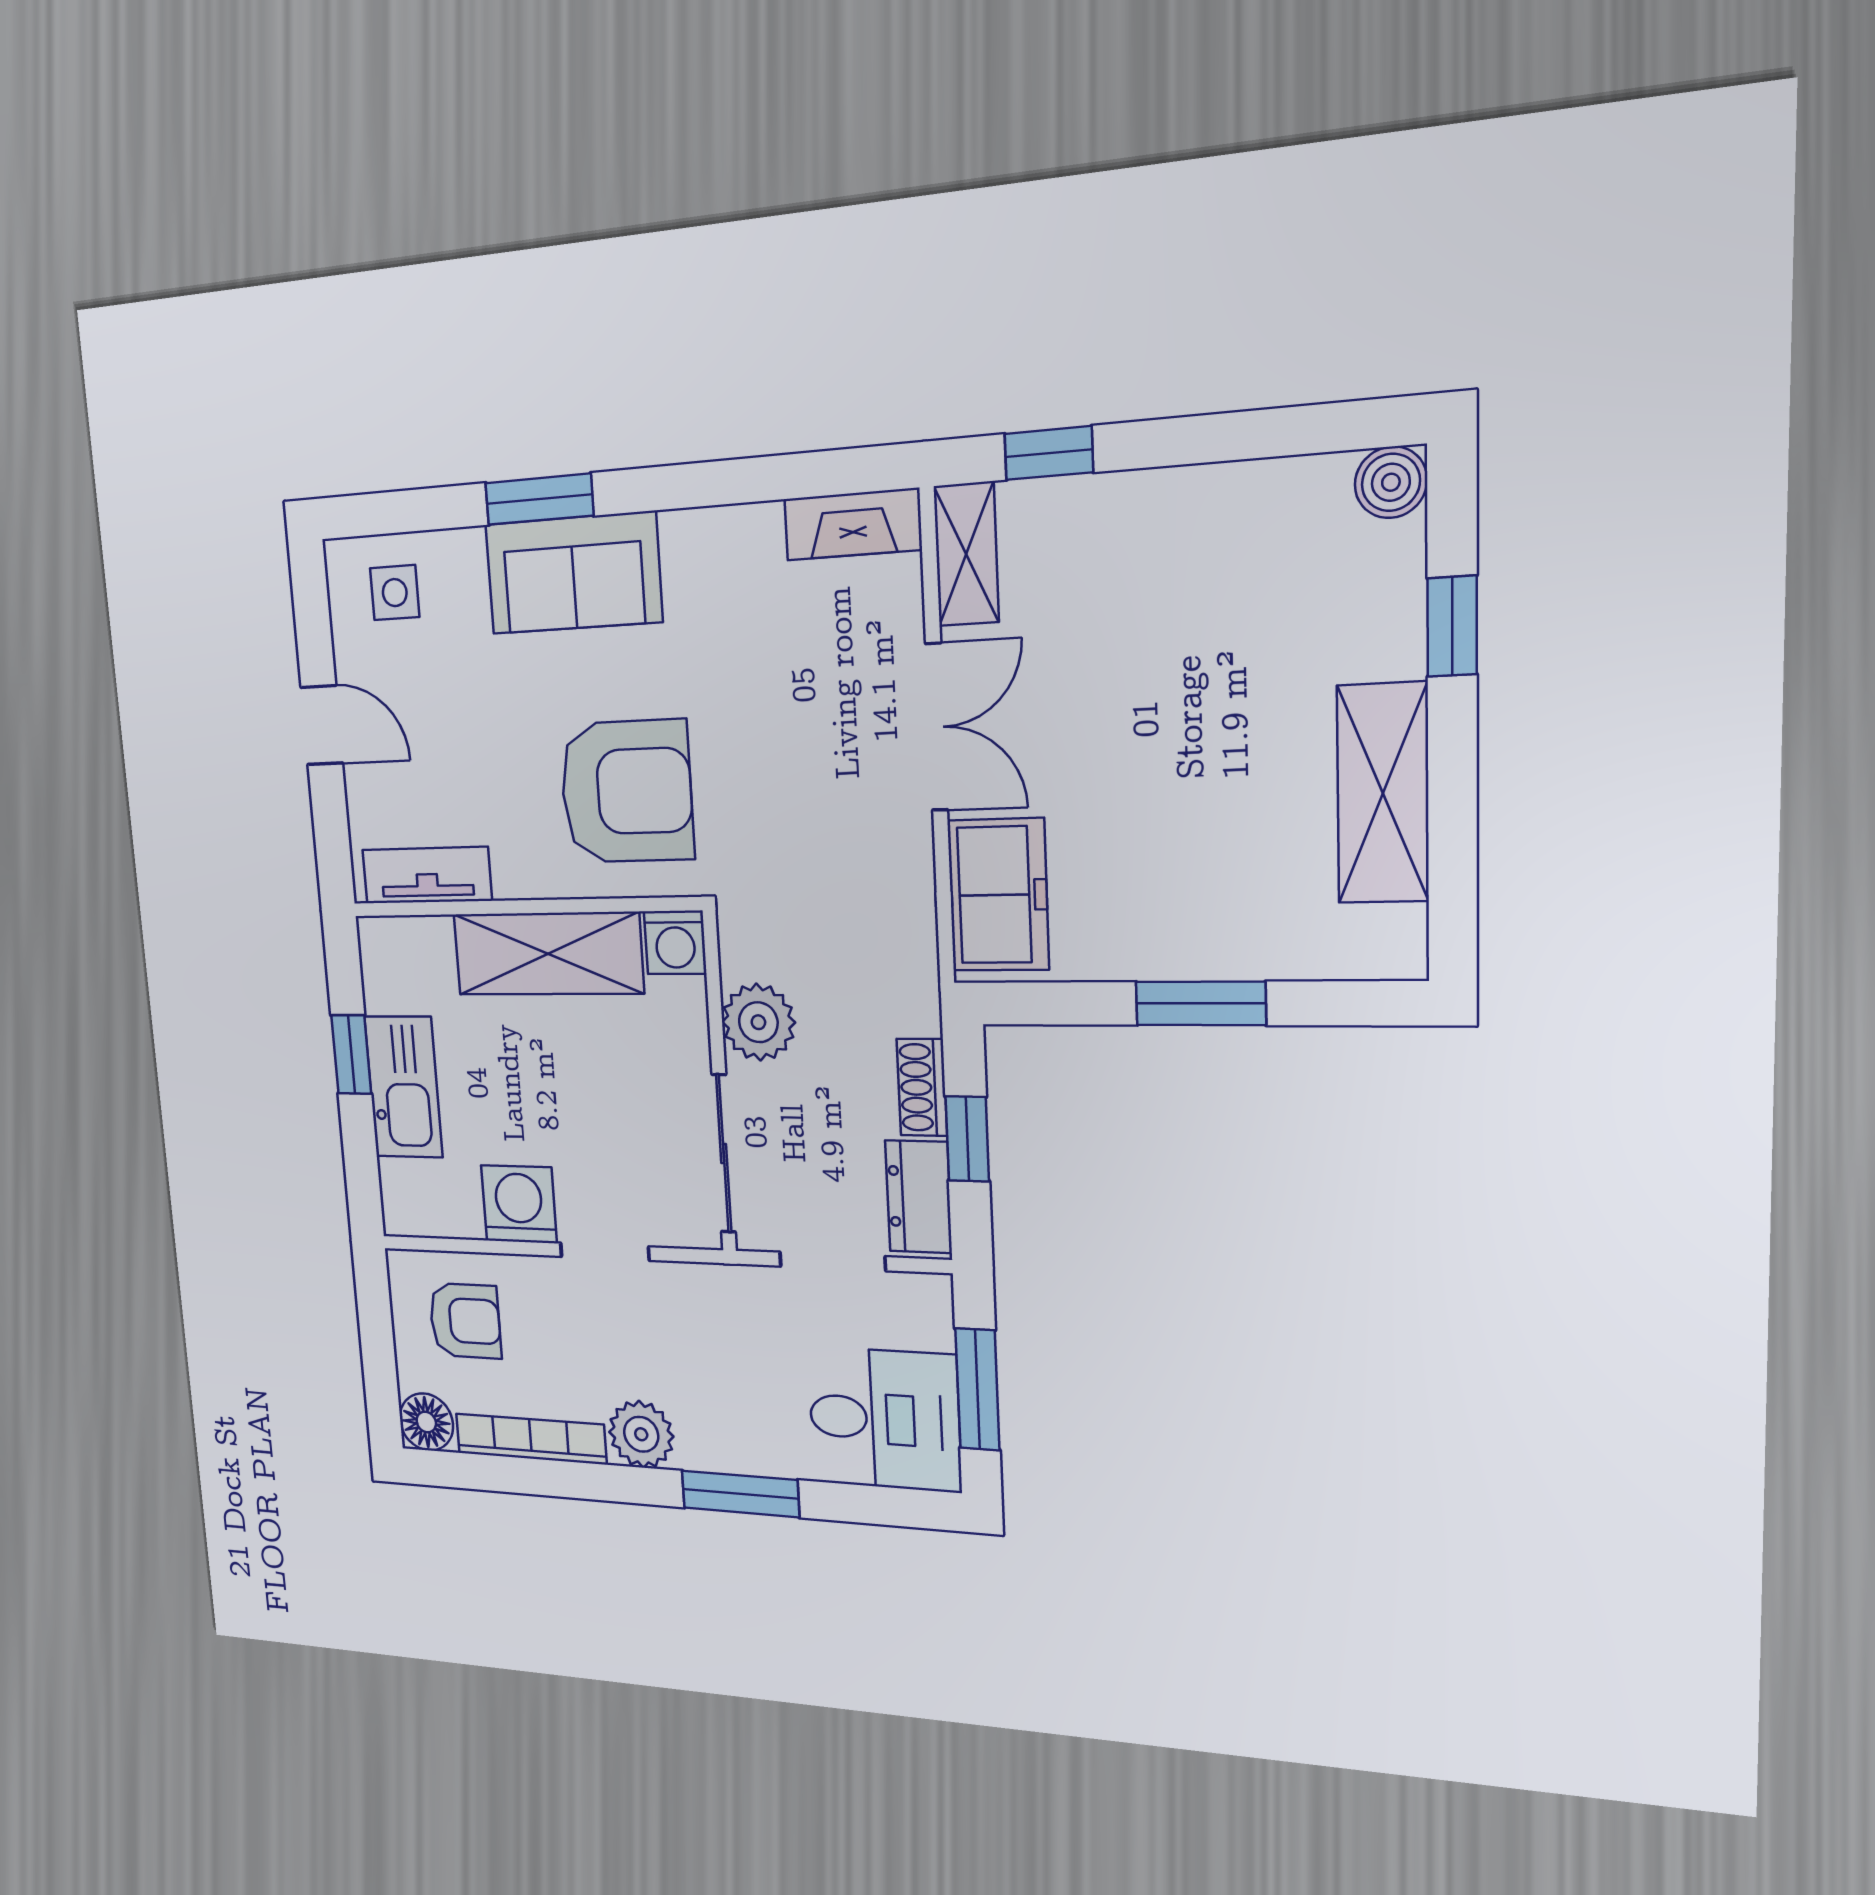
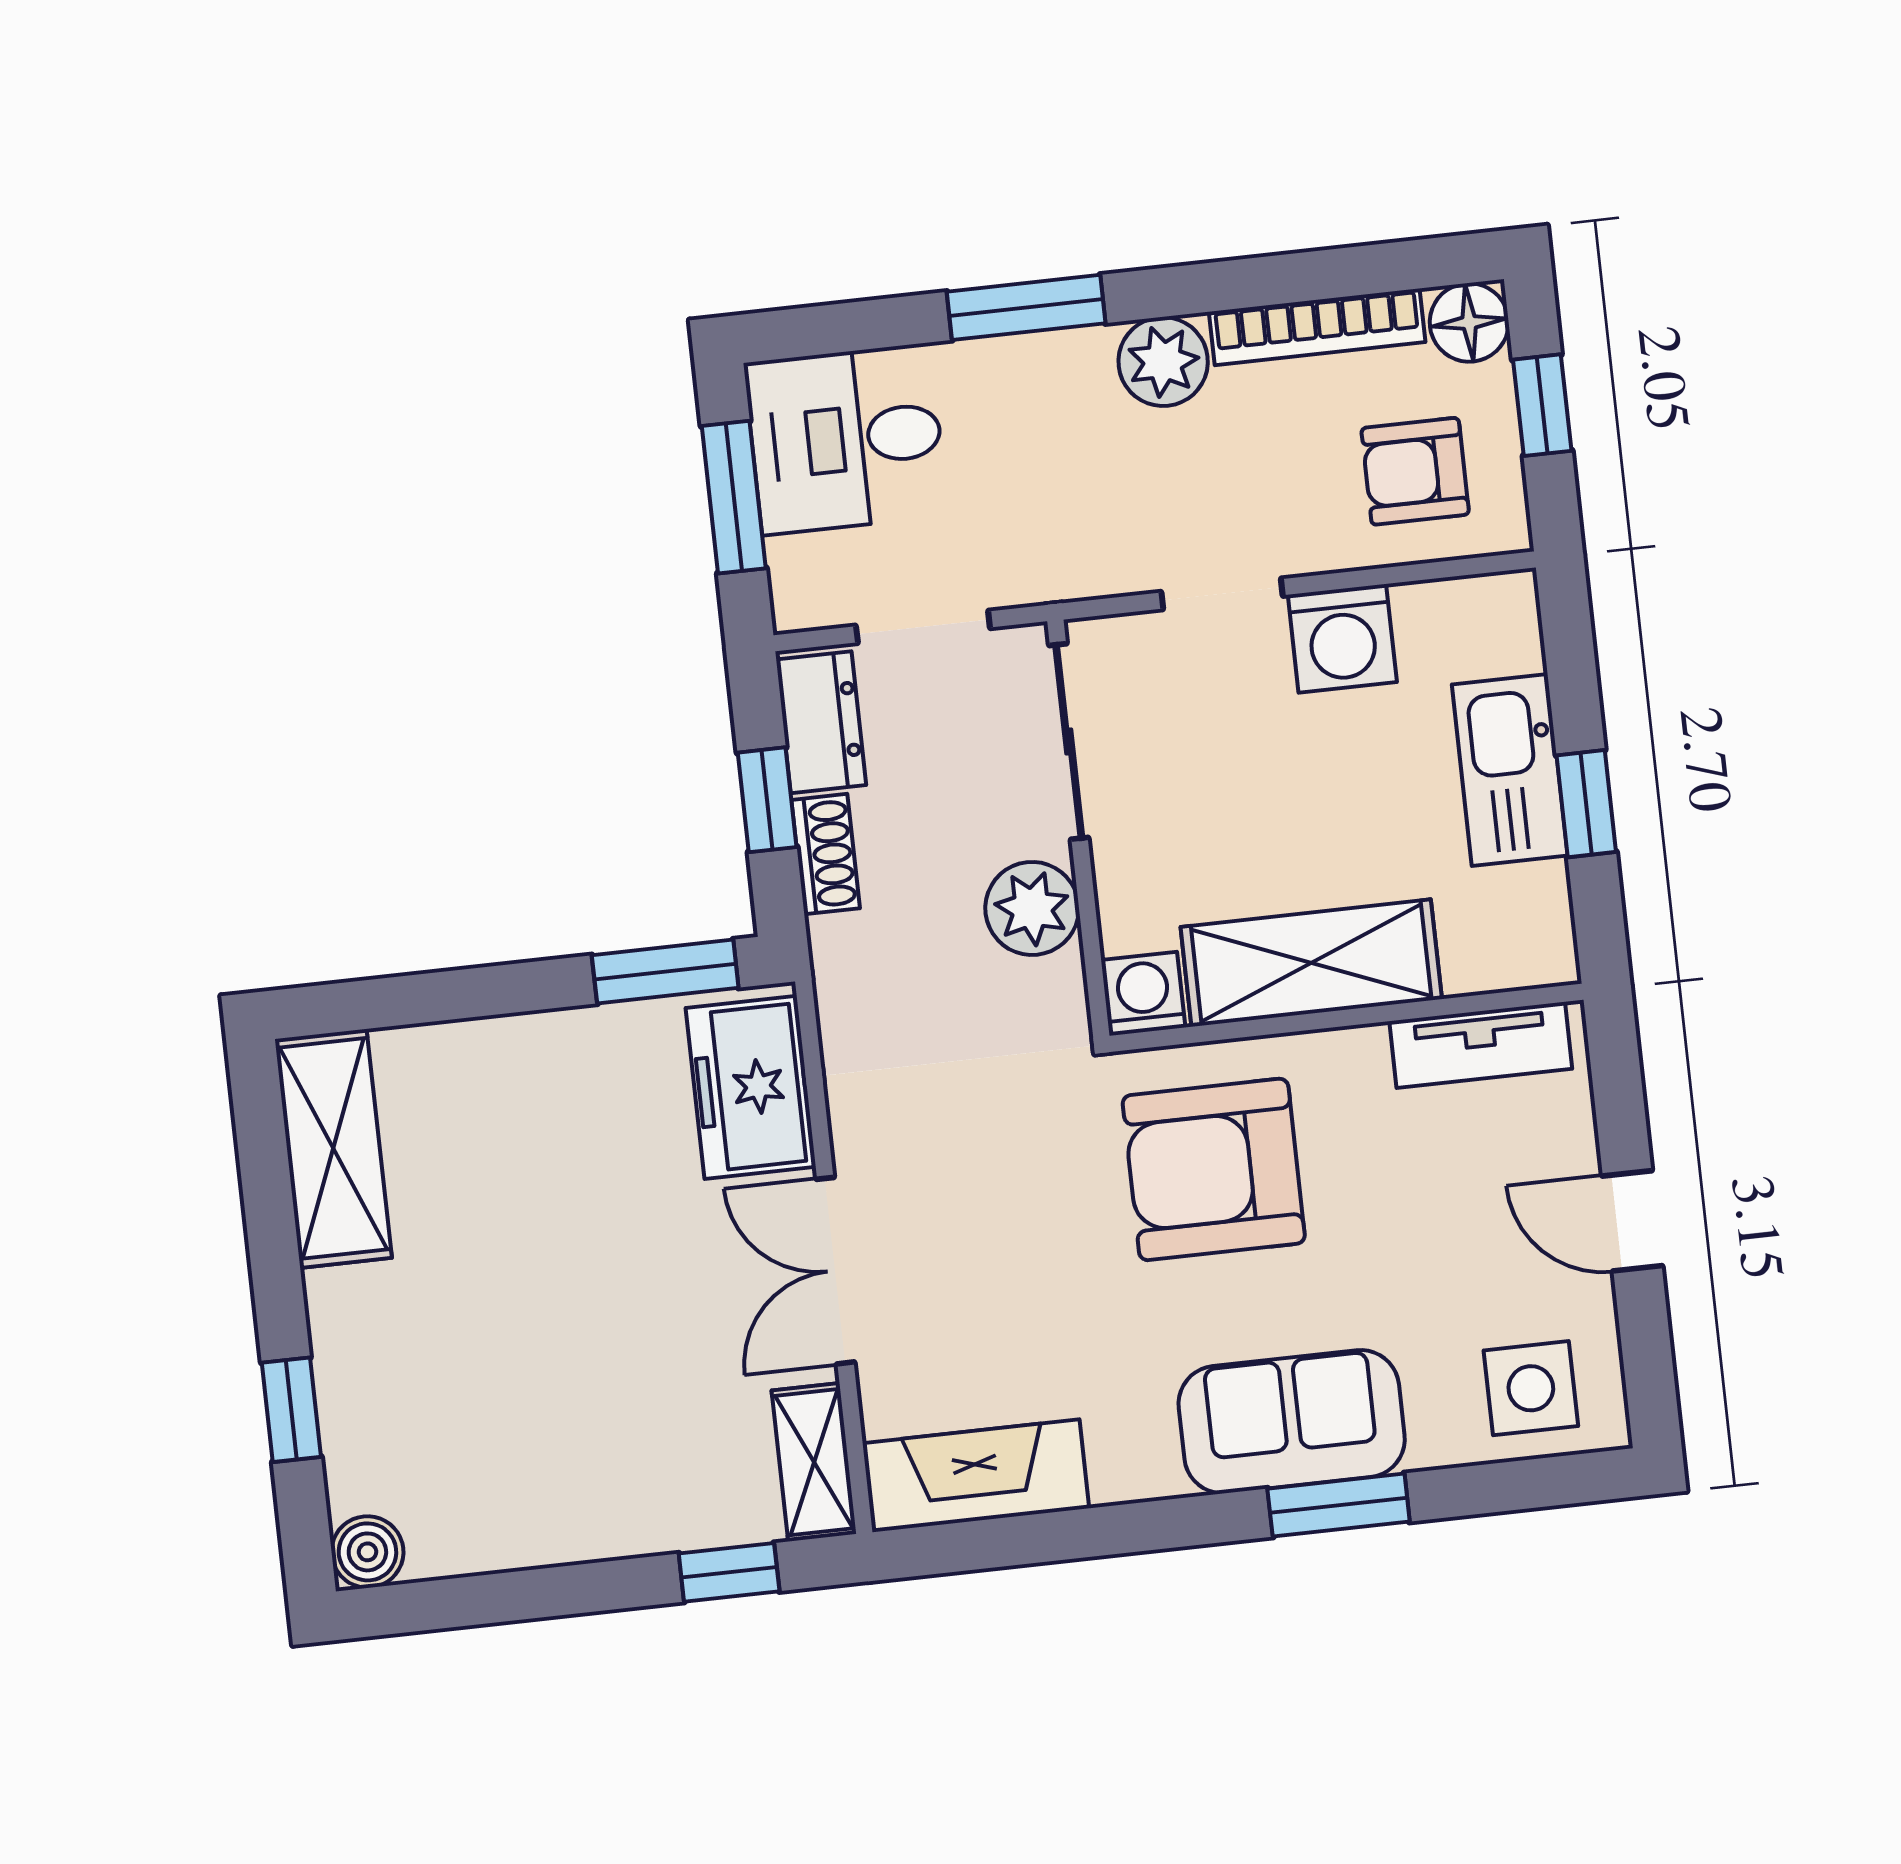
fireplace: (853, 524) -> (976, 1476), width x1.37, depth x1.32
side table: (395, 593) -> (1531, 1388), width x1.37, depth x1.37
shelving: (1383, 793) -> (333, 1148), moved
window: (1201, 1003) -> (665, 971), moved
window: (378, 1353) -> (1542, 405), added

